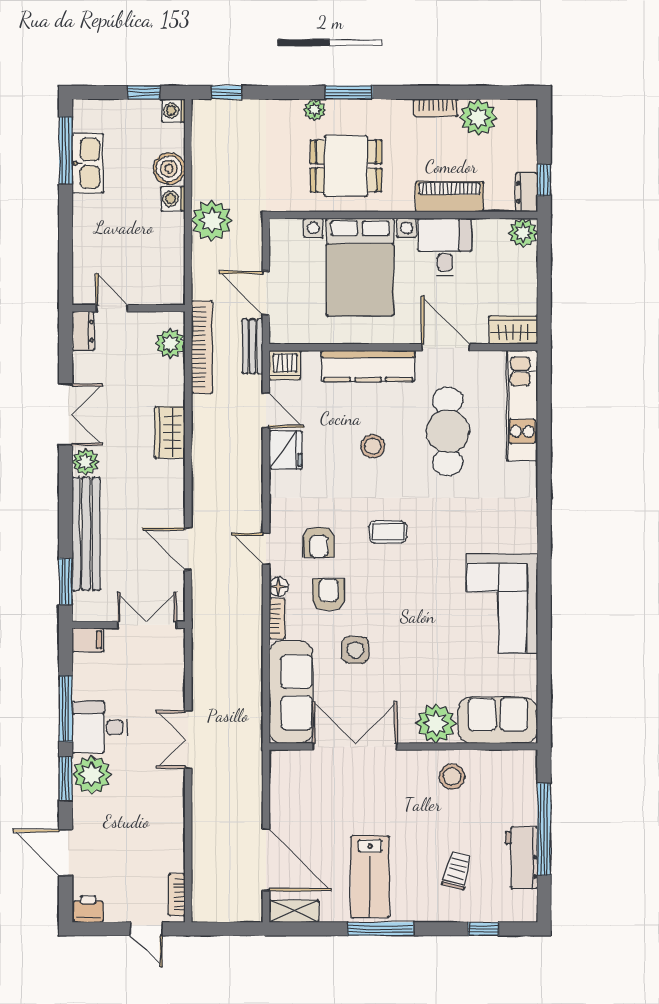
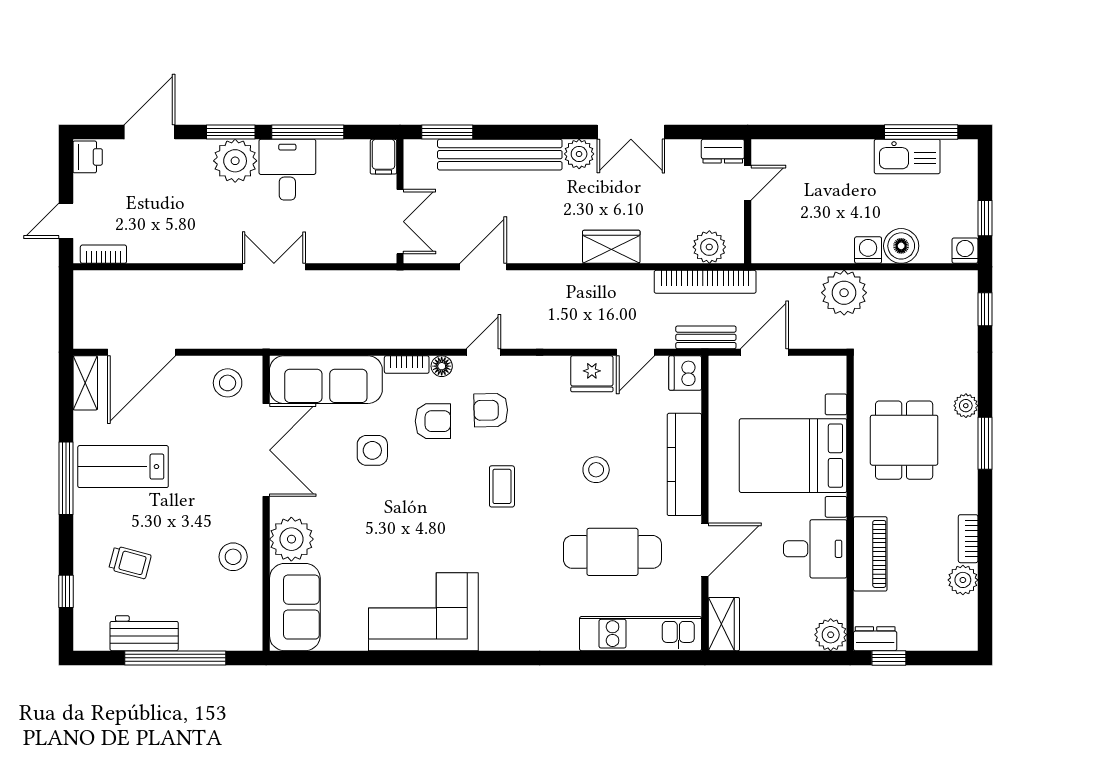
plant: (478, 117) -> (963, 580), width x0.73, depth x0.73
stool: (294, 782) -> (228, 383), added

